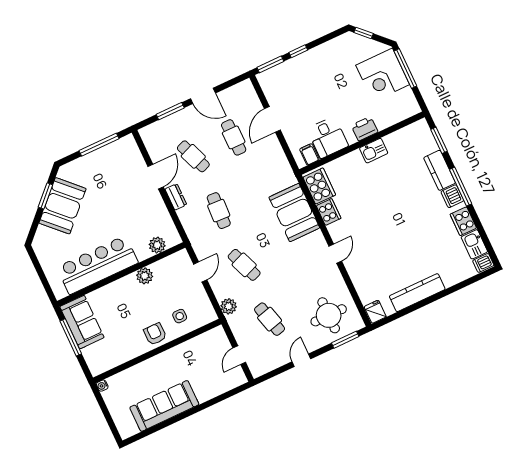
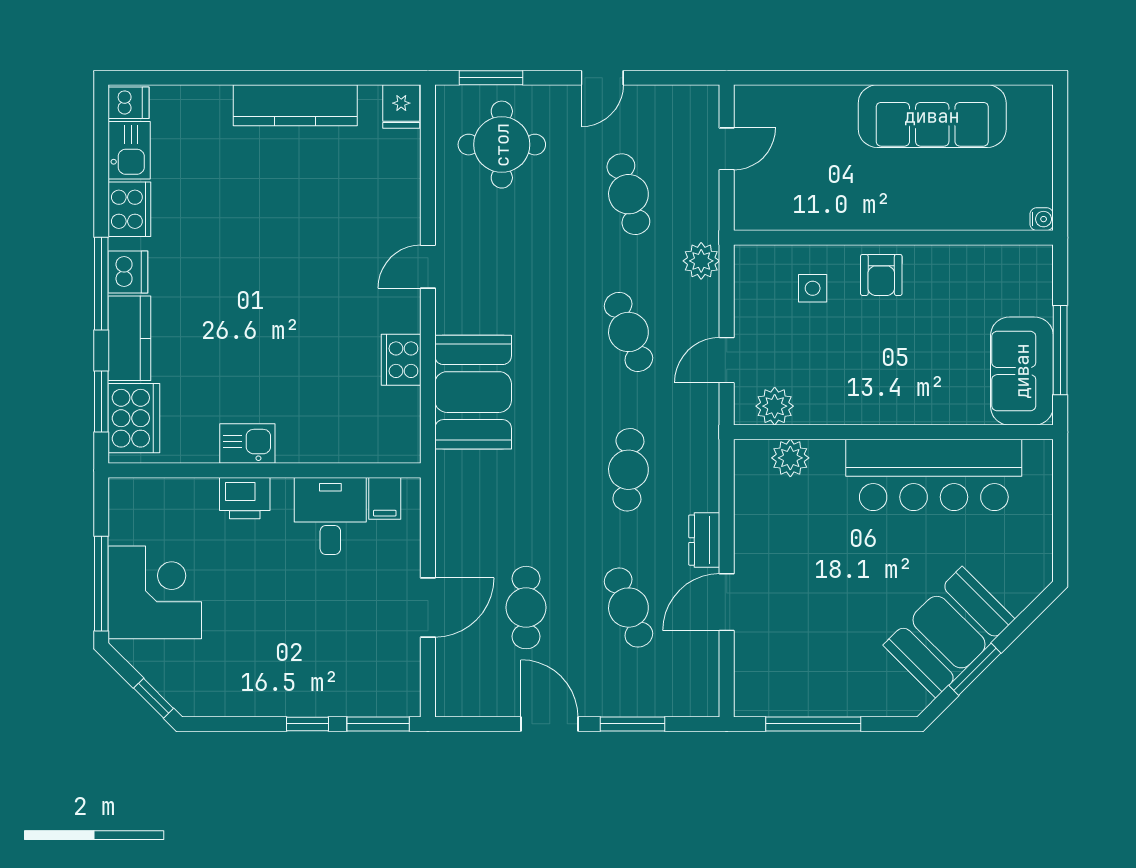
cooker: (319, 186) -> (134, 418), moved, turned 180
plant: (145, 276) -> (775, 406), moved

